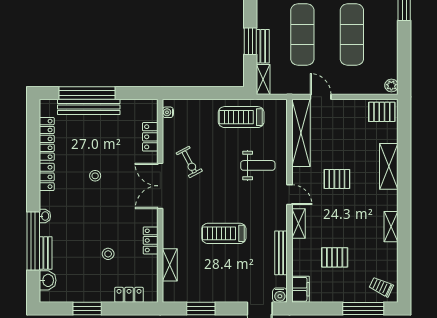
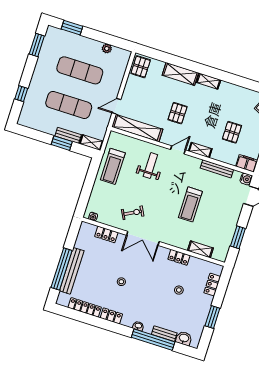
plant: (391, 85) -> (107, 48), moved
shelving: (391, 227) -> (209, 81), moved

